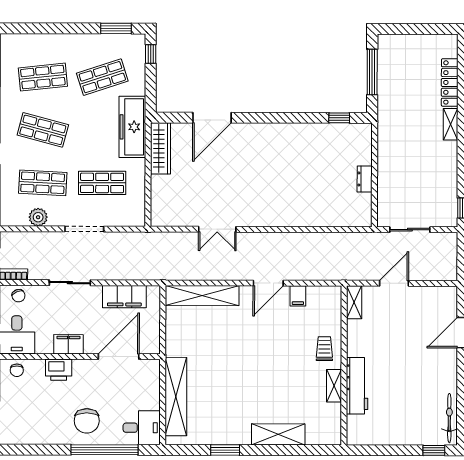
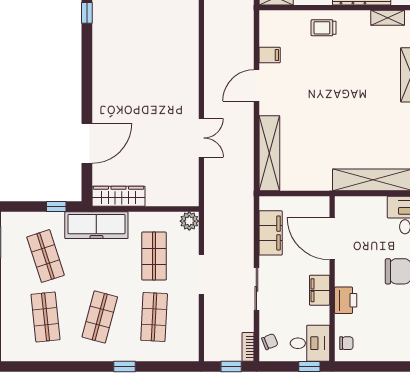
window: (151, 54) -> (56, 206), moved
door: (212, 118) -> (87, 143), hinge flipped
plant: (38, 217) -> (189, 221), moved
door: (268, 283) -> (256, 85), swing flipped
shelving: (334, 386) -> (388, 18), moved

